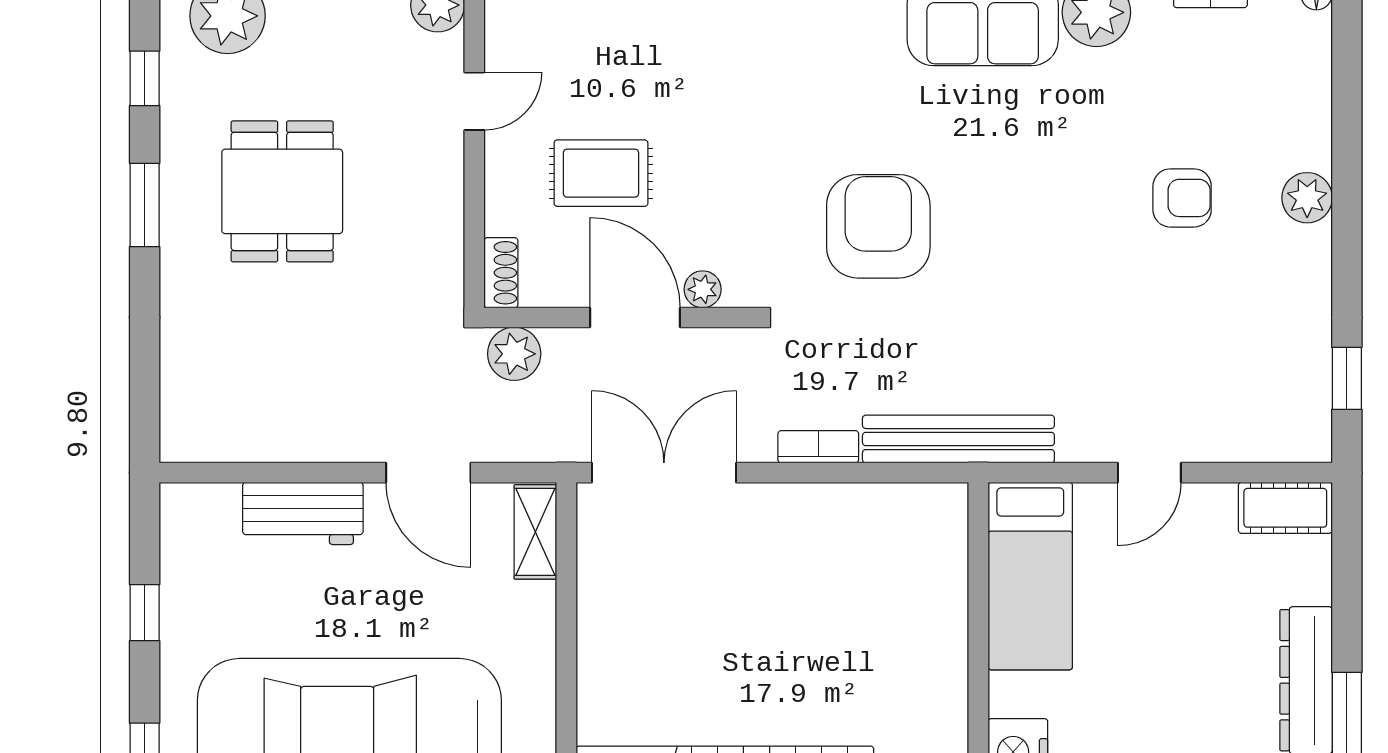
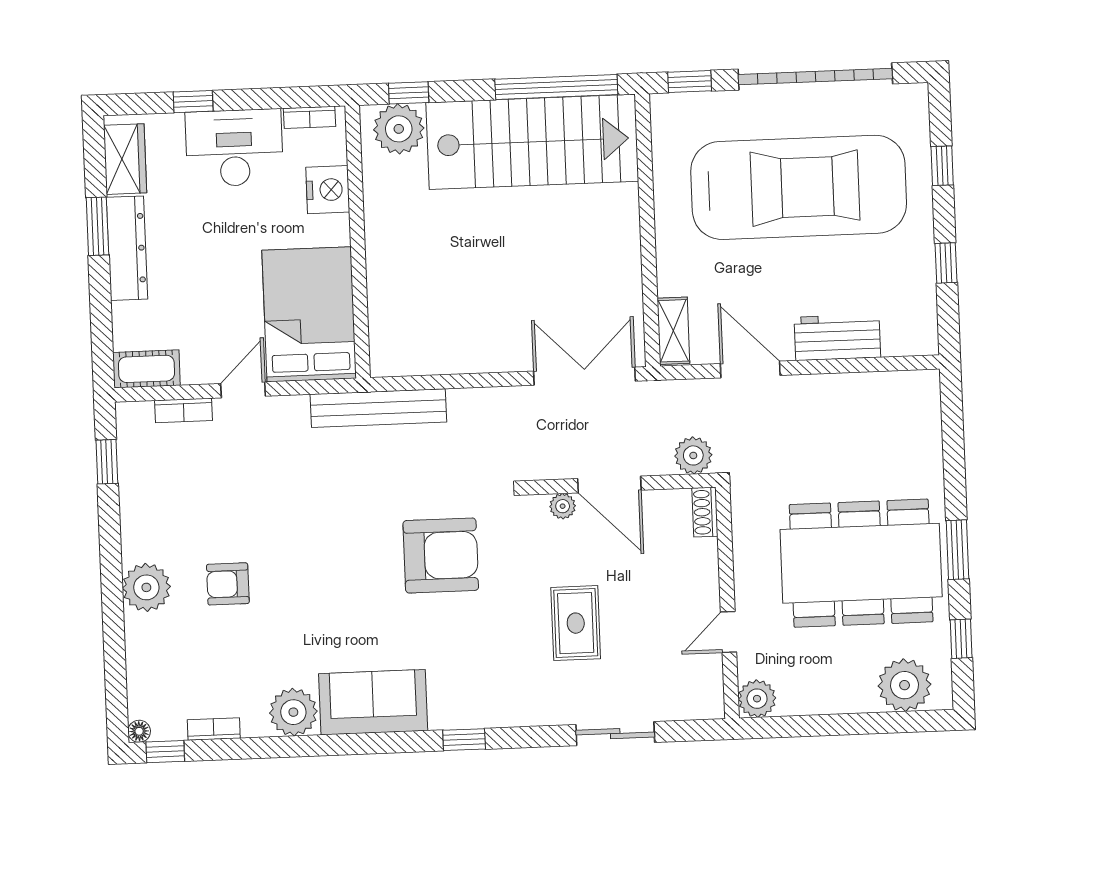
rug: (601, 173) -> (576, 623), moved, turned 90
dining table: (282, 191) -> (861, 563), width x1.88, depth x1.24
plant: (1307, 198) -> (146, 587), width x1.36, depth x1.36
armchair: (878, 226) -> (441, 555), turned -90
bookcase: (818, 447) -> (184, 410), moved
double door: (664, 473) -> (585, 376), swing flipped
bed: (1030, 576) -> (309, 314), width x1.50

